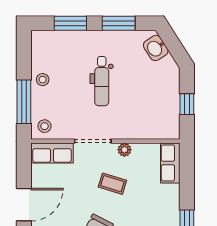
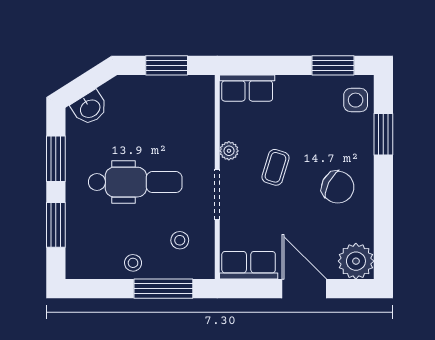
dental chair: (102, 81) -> (135, 182), width x1.36, depth x1.38
window: (187, 104) -> (167, 65), width x1.50
stool: (45, 126) -> (180, 240), moved
row of seats: (52, 153) -> (249, 265), moved, turned -90

